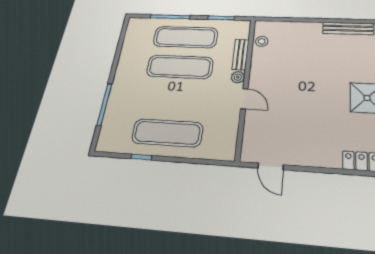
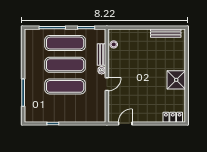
door: (244, 99) -> (107, 84), hinge flipped
exercise mat: (167, 133) -> (65, 86), moved
door: (271, 166) -> (125, 124), swing flipped

